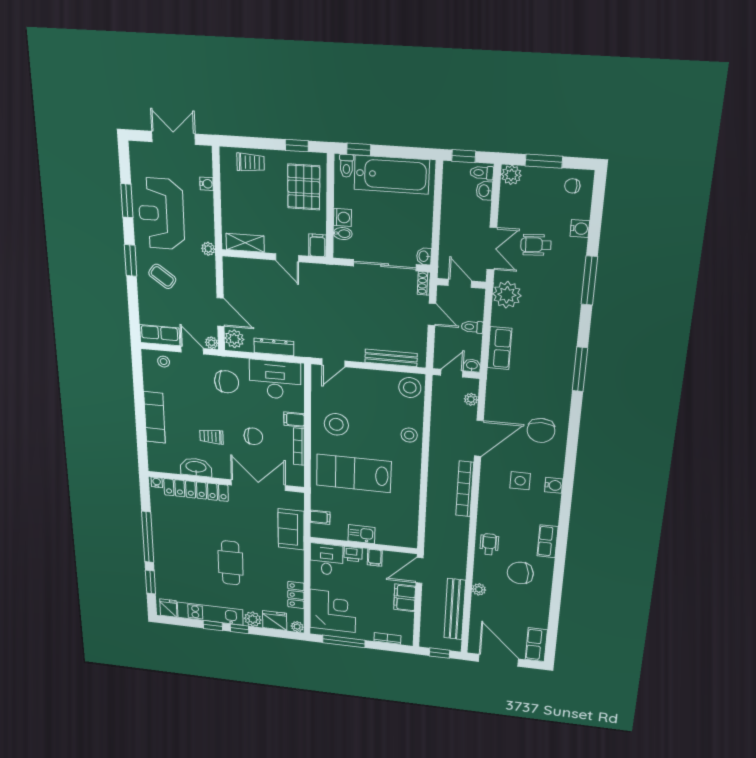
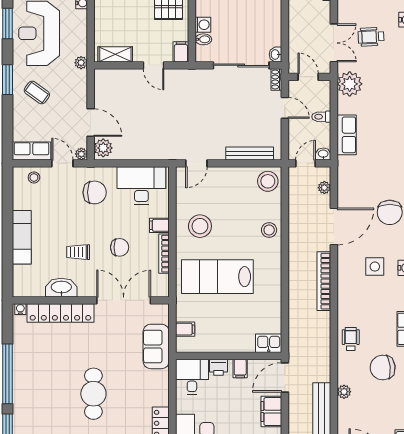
dresser: (274, 347) -> (141, 153), removed
kitchen sink: (361, 534) -> (269, 343), moved

